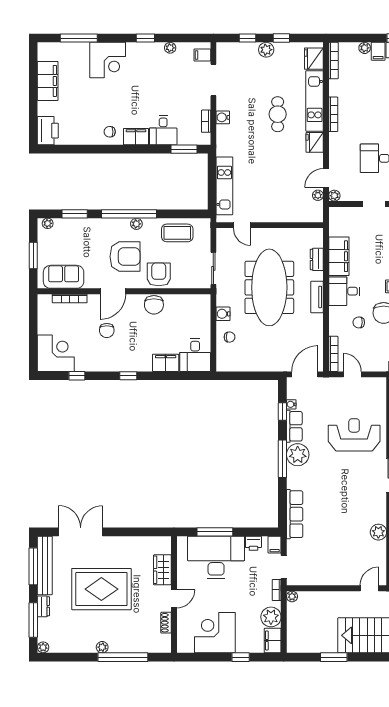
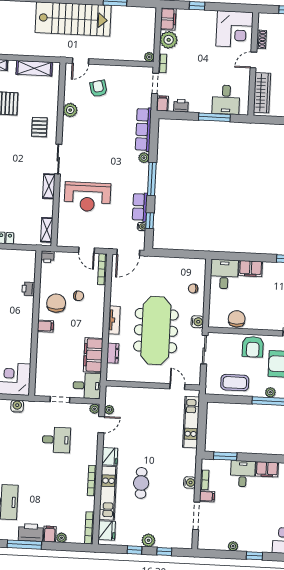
filing cabinet: (202, 55) -> (207, 496), moved
desk: (344, 291) -> (87, 386), moved
chair: (154, 305) -> (237, 319), moved
water cooler: (223, 314) -> (197, 322), moved
plant: (298, 455) -> (144, 158), moved, width x0.53, depth x0.53
desk: (216, 557) -> (226, 100), width x0.53, depth x0.77
armchair: (348, 558) -> (98, 88), added
wardrobe: (162, 570) -> (262, 93), width x1.50
corner desk: (215, 633) -> (235, 29), moved

